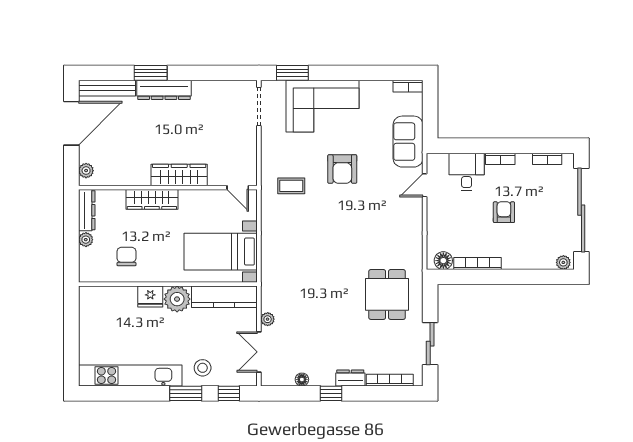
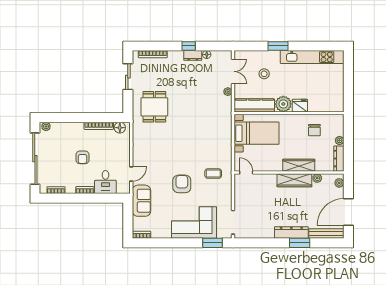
wardrobe: (179, 175) -> (294, 180), moved
plant: (122, 178) -> (317, 178), added
stool: (203, 368) -> (264, 74), moved
dresser: (350, 378) -> (193, 55), moved
window: (229, 393) -> (251, 46), removed

